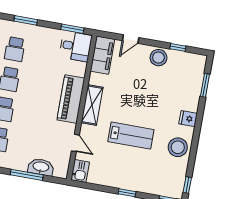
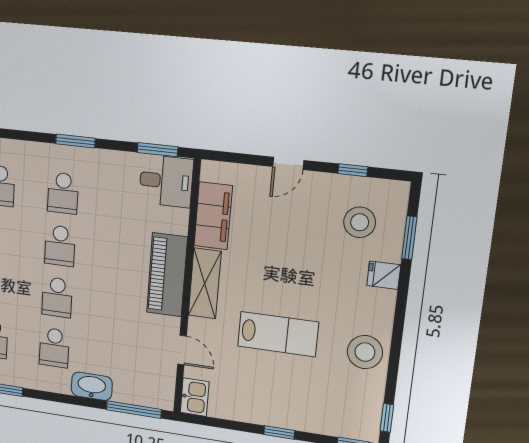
door: (131, 39) -> (288, 163), moved
filing cabinet: (102, 55) -> (213, 216), moved
stool: (158, 58) -> (360, 222), moved
fridge: (188, 119) -> (384, 275), moved
washbasin: (41, 167) -> (92, 386), moved
window: (27, 175) -> (134, 410), moved

